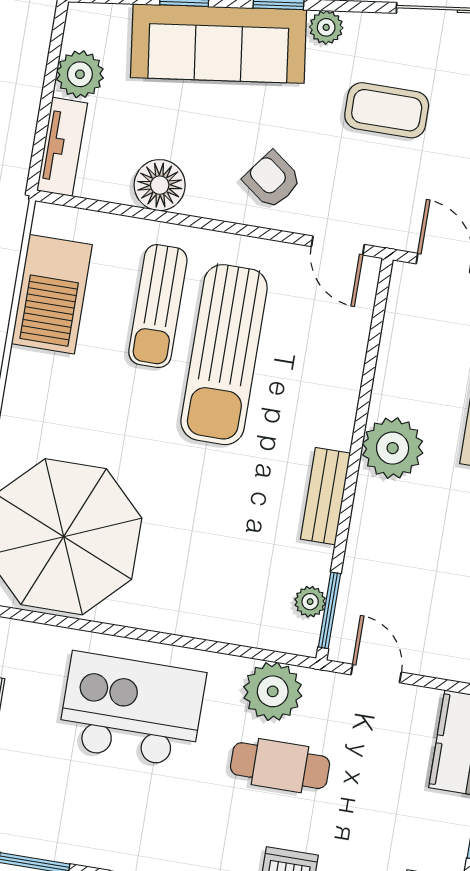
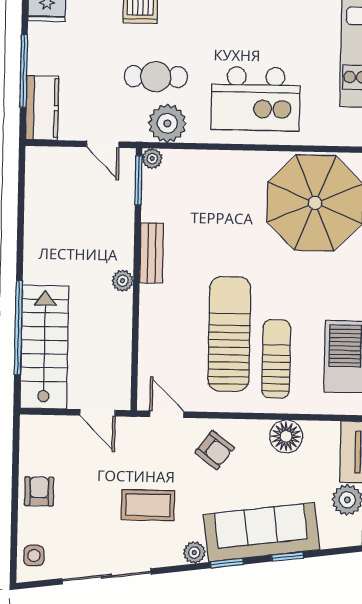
plant: (393, 448) -> (123, 281), width x0.53, depth x0.53
plant: (310, 602) -> (152, 159), moved

